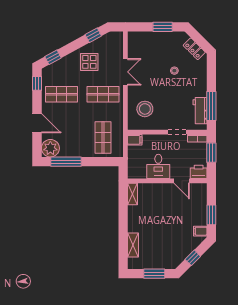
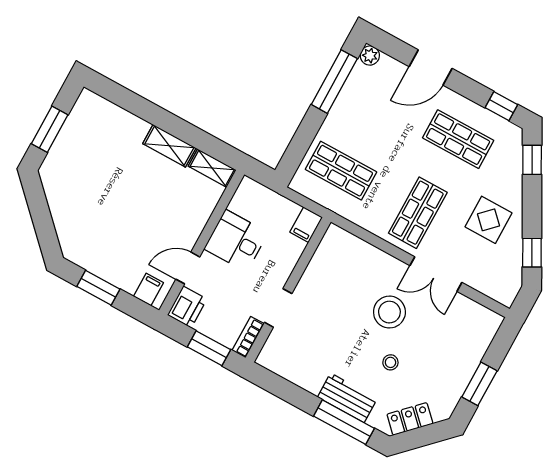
shop shelf: (62, 94) -> (458, 139), turned 90
window: (211, 106) -> (344, 422), moved
stool: (145, 109) -> (389, 312), moved
workbench: (200, 111) -> (347, 398), moved
plant: (50, 148) -> (370, 56), width x0.53, depth x0.53
filing cabinet: (200, 231) -> (148, 289), moved
shelving: (133, 245) -> (169, 146), moved
window: (193, 258) -> (40, 213), removed

